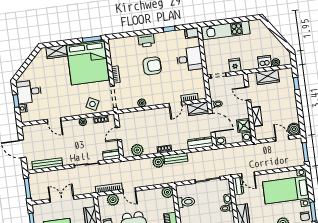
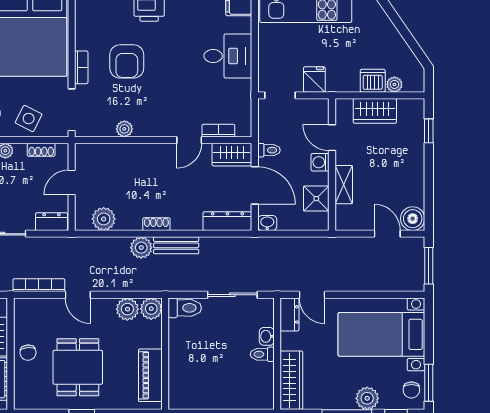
armchair: (152, 66) -> (127, 61), moved, turned 90
washing machine: (247, 137) -> (320, 162), moved
plant: (113, 200) -> (127, 309), moved
toilet: (186, 202) -> (185, 308), moved

